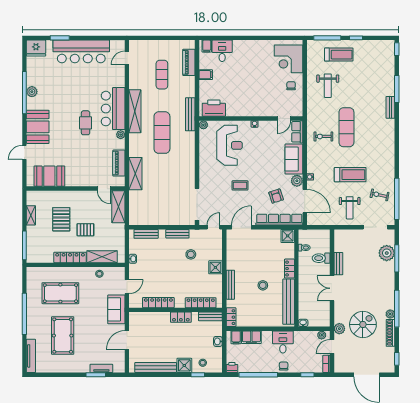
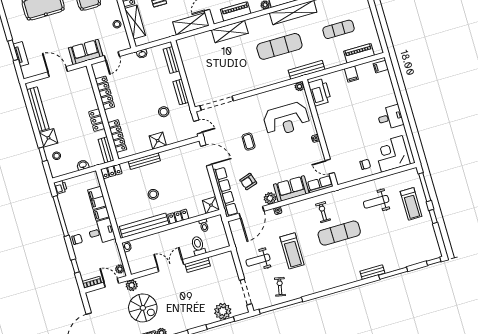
desk: (222, 51) -> (390, 117), moved
door: (127, 287) -> (112, 56), hinge flipped
filing cabinet: (236, 337) -> (101, 214), moved

